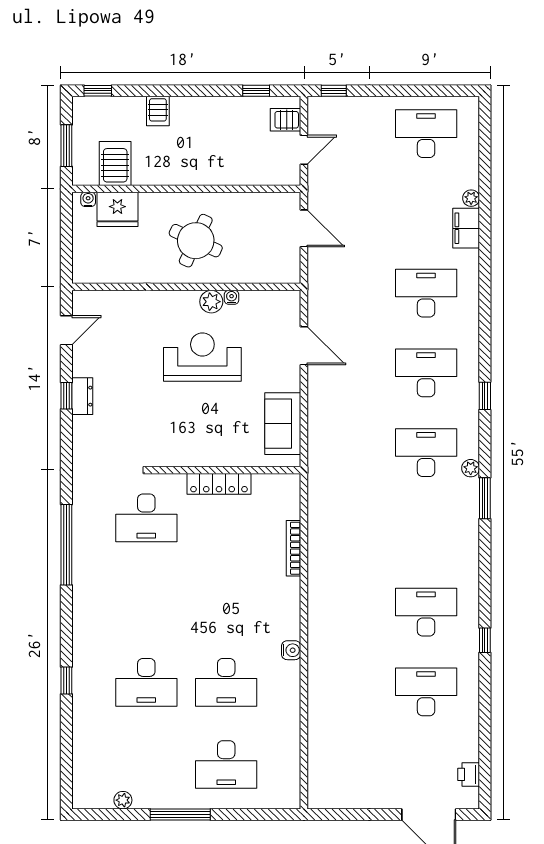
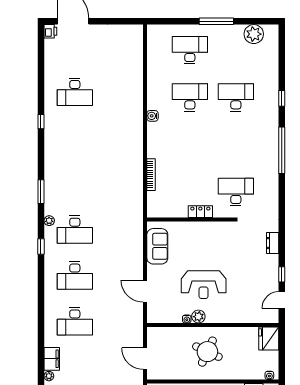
fridge: (117, 209) -> (269, 339), moved, turned -90
window: (66, 396) -> (282, 274), moved
dresser: (82, 396) -> (273, 243), moved
window: (485, 396) -> (41, 247), moved
locker: (219, 484) -> (200, 212), width x0.66
window: (485, 498) -> (41, 192), moved
window: (66, 545) -> (282, 150), moved
desk: (426, 612) -> (75, 138), removed
printer: (469, 774) -> (50, 31), moved
plant: (123, 800) -> (254, 34), width x1.88, depth x1.88

